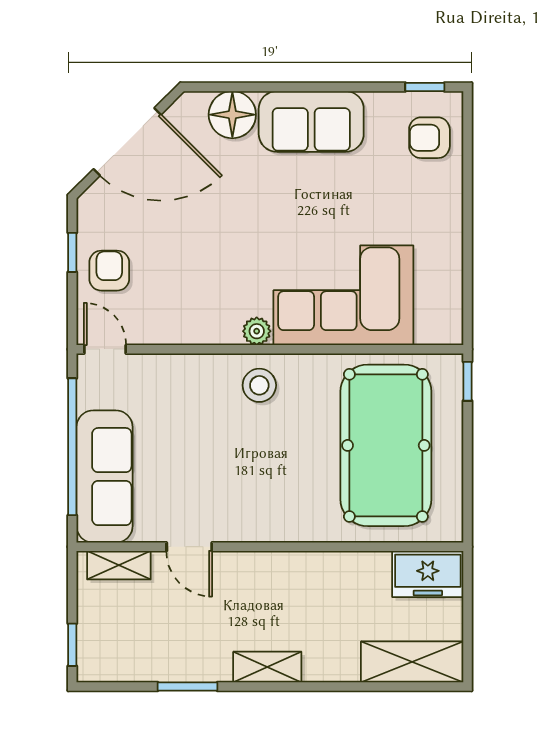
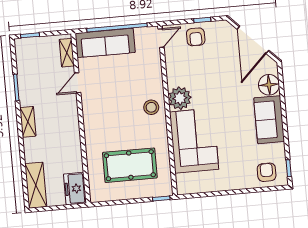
armchair: (109, 271) -> (196, 37), turned 90
plant: (257, 331) -> (180, 98), width x1.87, depth x1.87
pool table: (386, 445) -> (130, 165), width x0.73, depth x0.76

